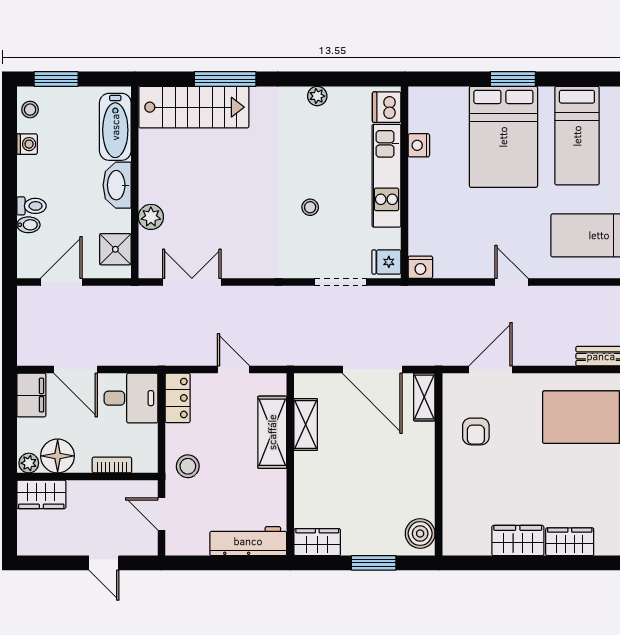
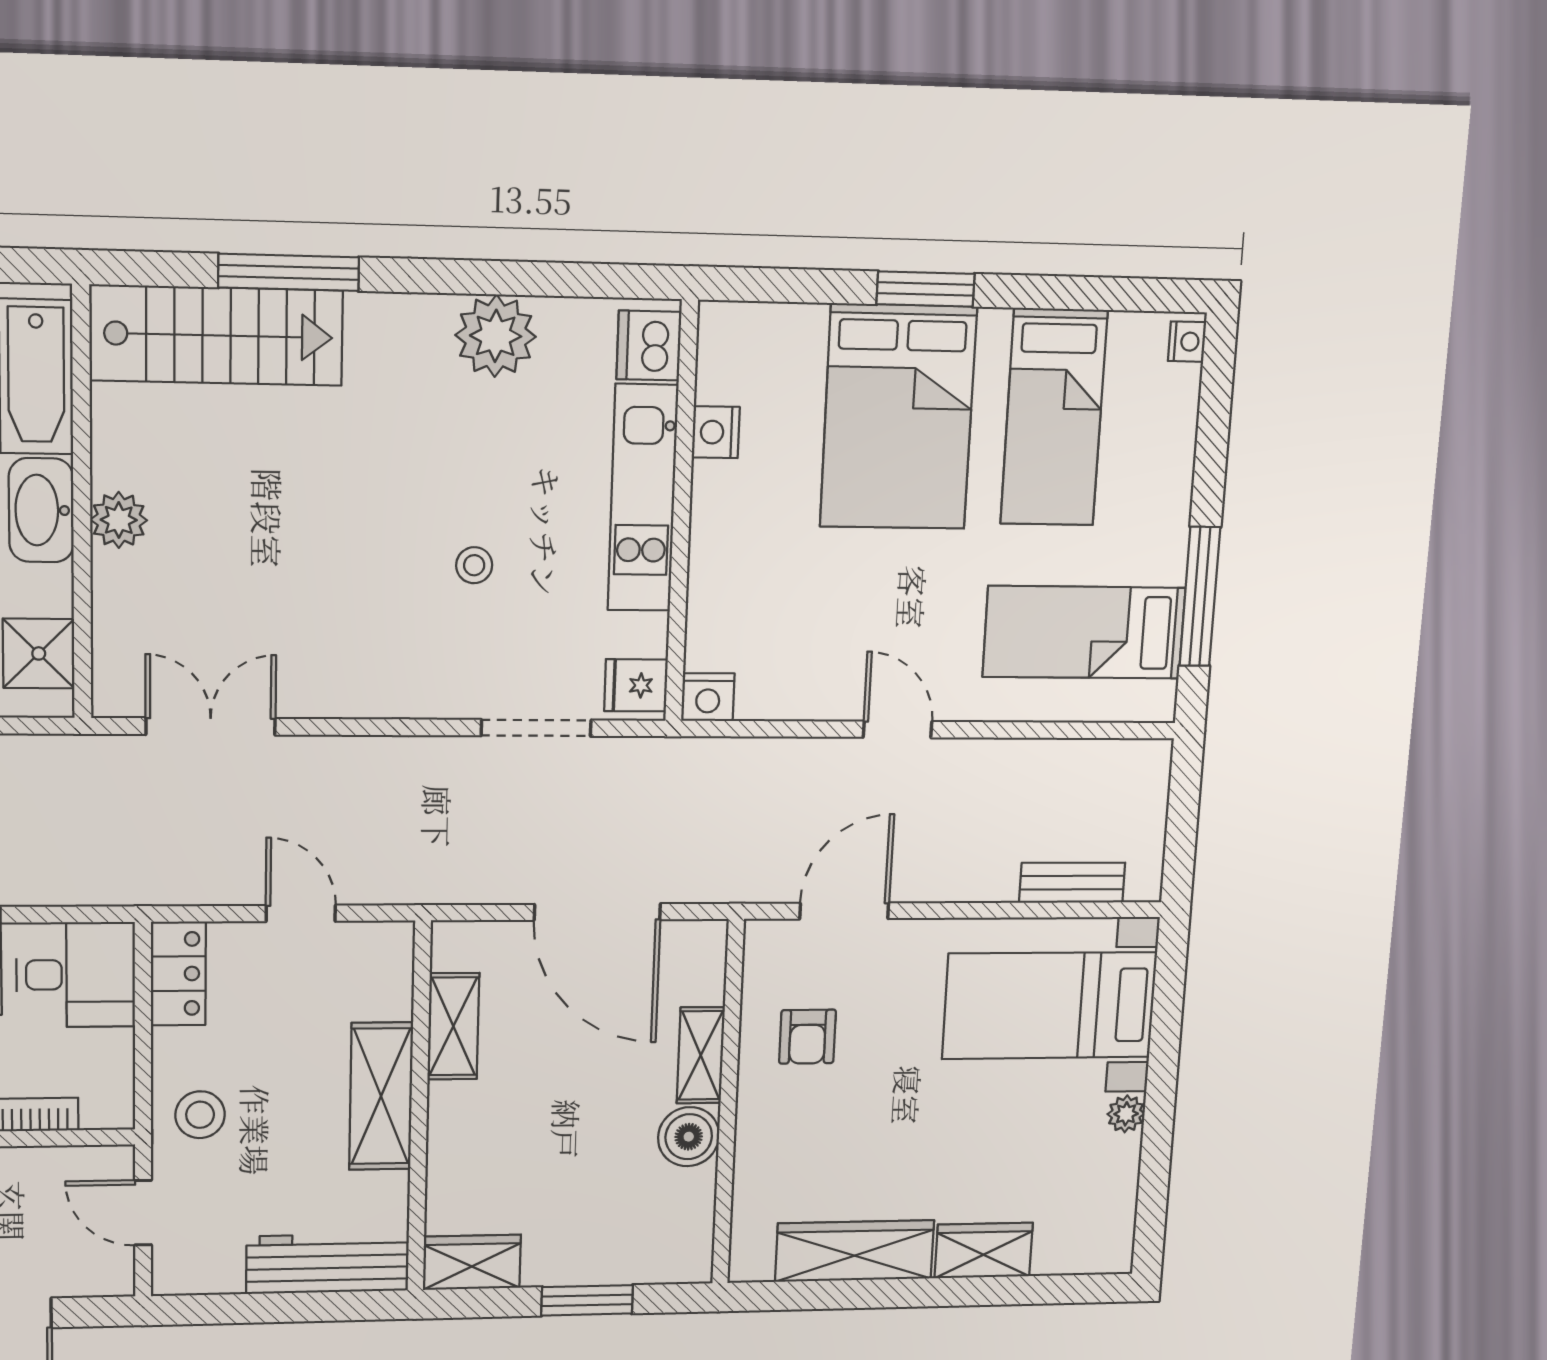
plant: (317, 96) -> (496, 336), width x1.87, depth x1.87
plant: (151, 217) -> (119, 520), moved
shelving: (424, 397) -> (701, 1055), moved
shelving: (272, 432) -> (381, 1096), moved
boiler: (420, 533) -> (689, 1137), moved
wardrobe: (518, 541) -> (855, 1251), width x1.50

